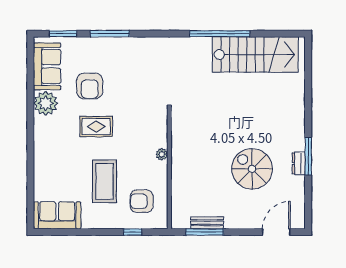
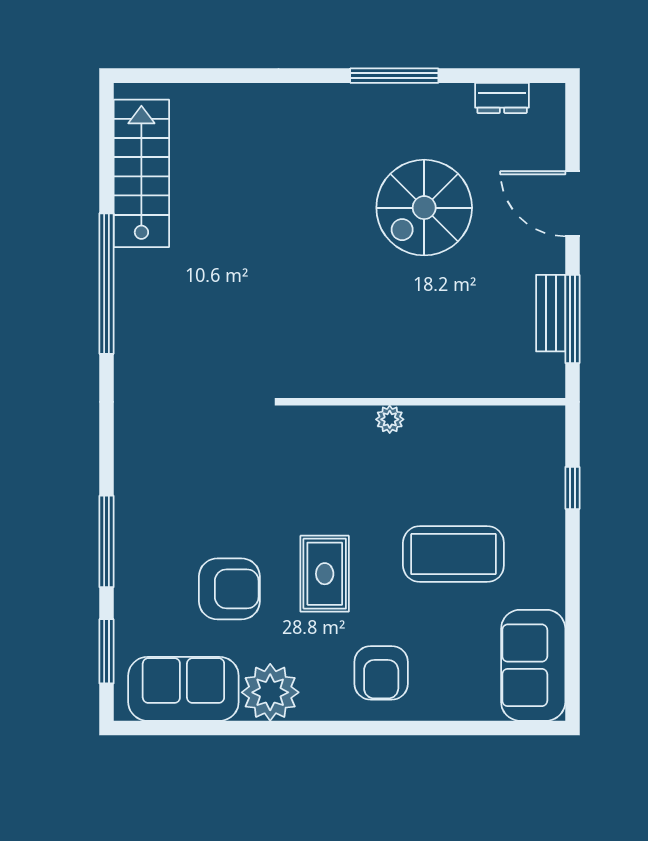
stairs: (255, 54) -> (141, 173), width x0.73, depth x0.66
dresser: (299, 163) -> (502, 98), moved
armchair: (142, 201) -> (381, 673), moved
door: (276, 232) -> (572, 204), moved

